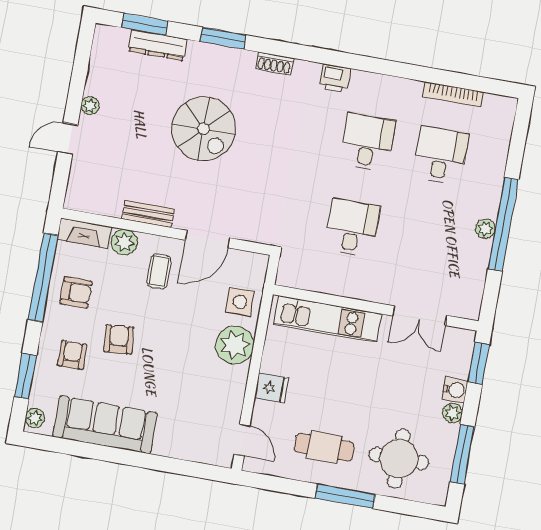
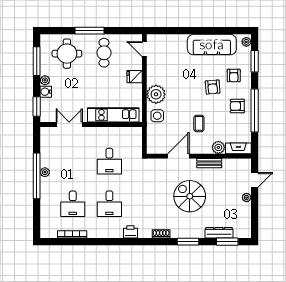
bench: (148, 214) -> (209, 163), moved
wall: (166, 232) -> (199, 156), moved
fireplace: (84, 233) -> (238, 148), moved
door: (208, 239) -> (178, 156), moved
plant: (124, 242) -> (218, 147), moved
cafe table: (324, 447) -> (104, 53), turned 90

